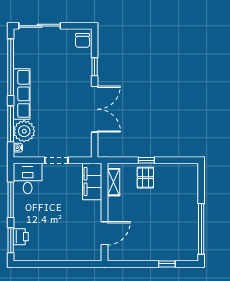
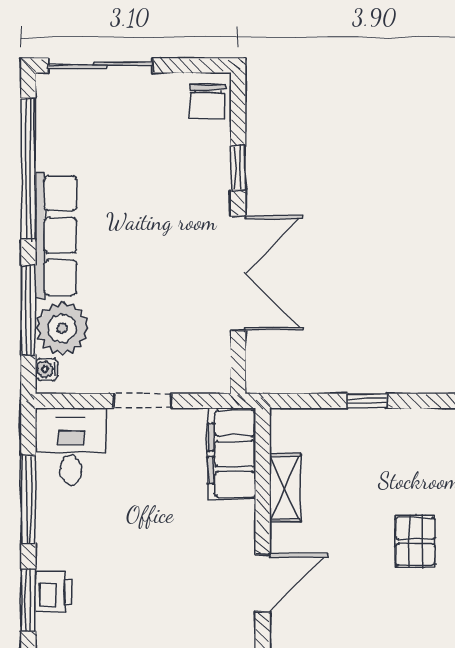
pallet: (145, 178) -> (415, 541), moved
shelving: (113, 182) -> (285, 488), moved

